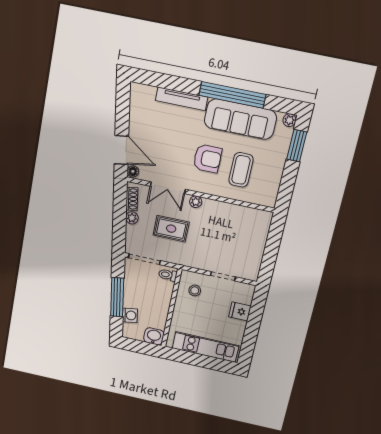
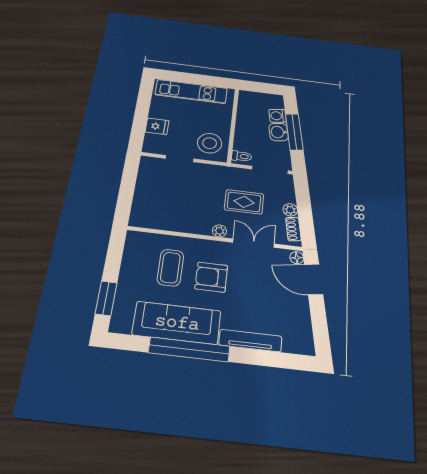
plant: (289, 120) -> (117, 326), removed
stool: (195, 290) -> (210, 143), width x1.89, depth x1.89
washbasin: (154, 336) -> (279, 132), moved, turned 81

